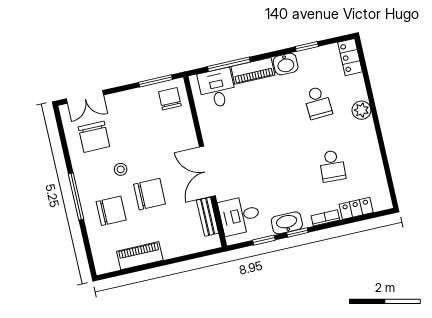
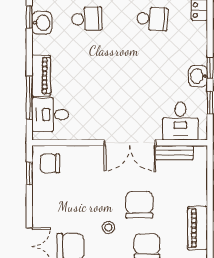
washbasin: (286, 64) -> (42, 23), moved
window: (156, 81) -> (29, 173), width x0.67
bookcase: (325, 218) -> (202, 37), removed
washbasin: (287, 223) -> (198, 76), width x0.72

